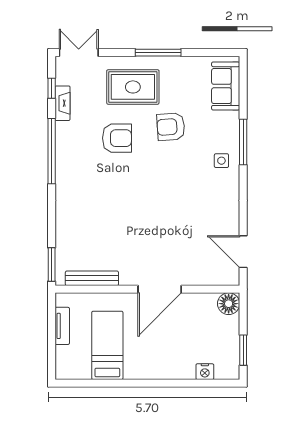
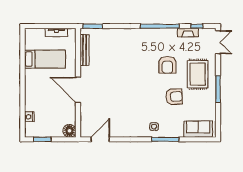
armchair: (171, 127) -> (174, 97), turned 91

